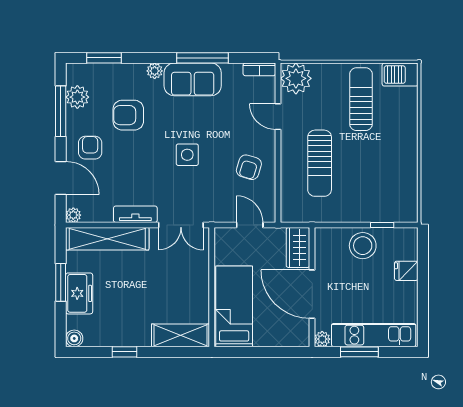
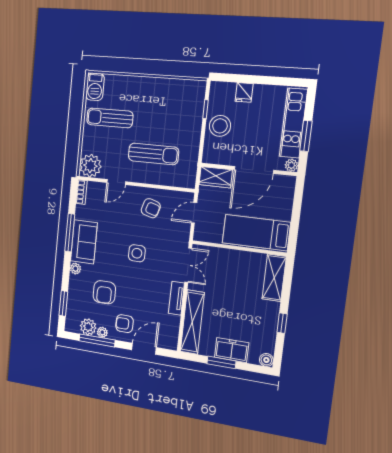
plant: (73, 215) -> (102, 332), moved

